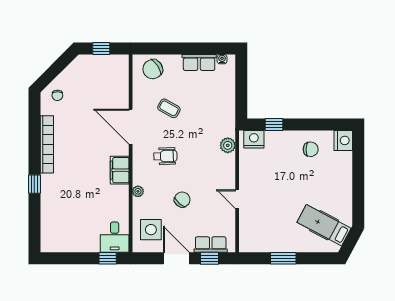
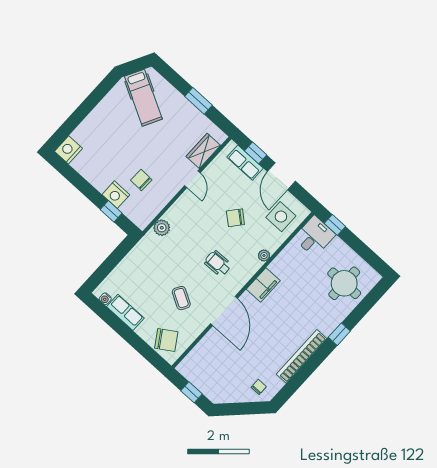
nightstand: (254, 139) -> (116, 195), moved
chair: (311, 149) -> (141, 180), moved
round table: (64, 223) -> (344, 283), added
wardrobe: (248, 226) -> (203, 151), added

